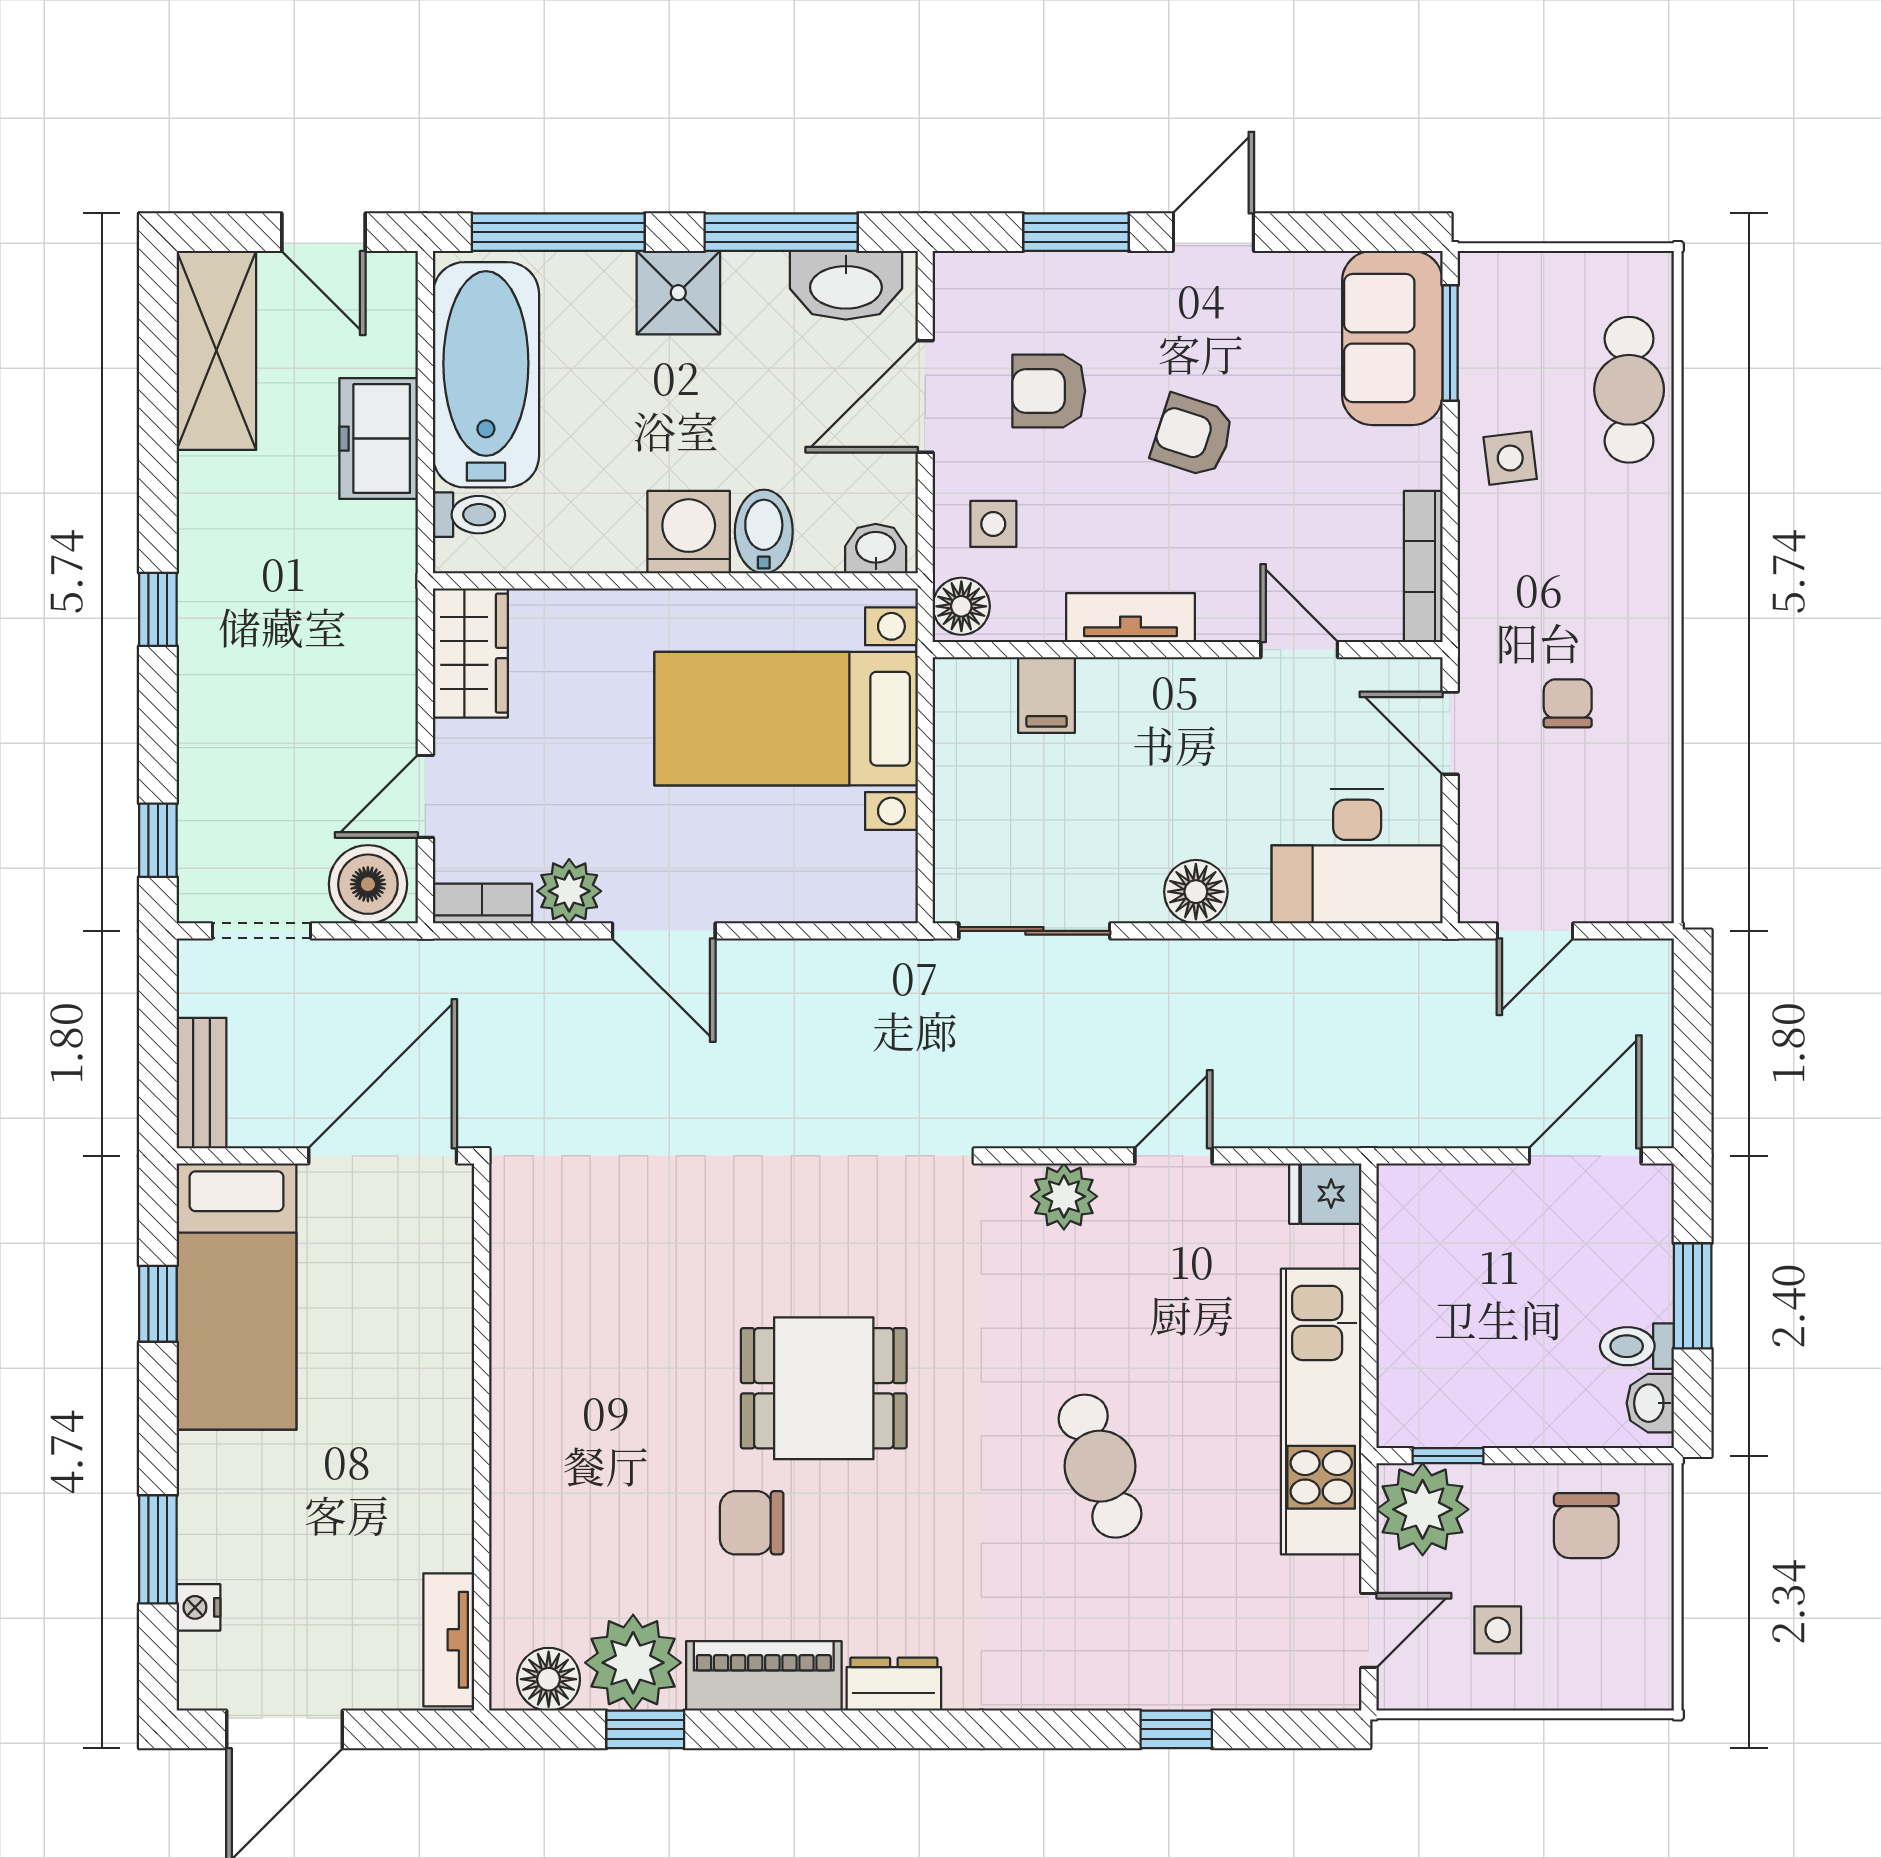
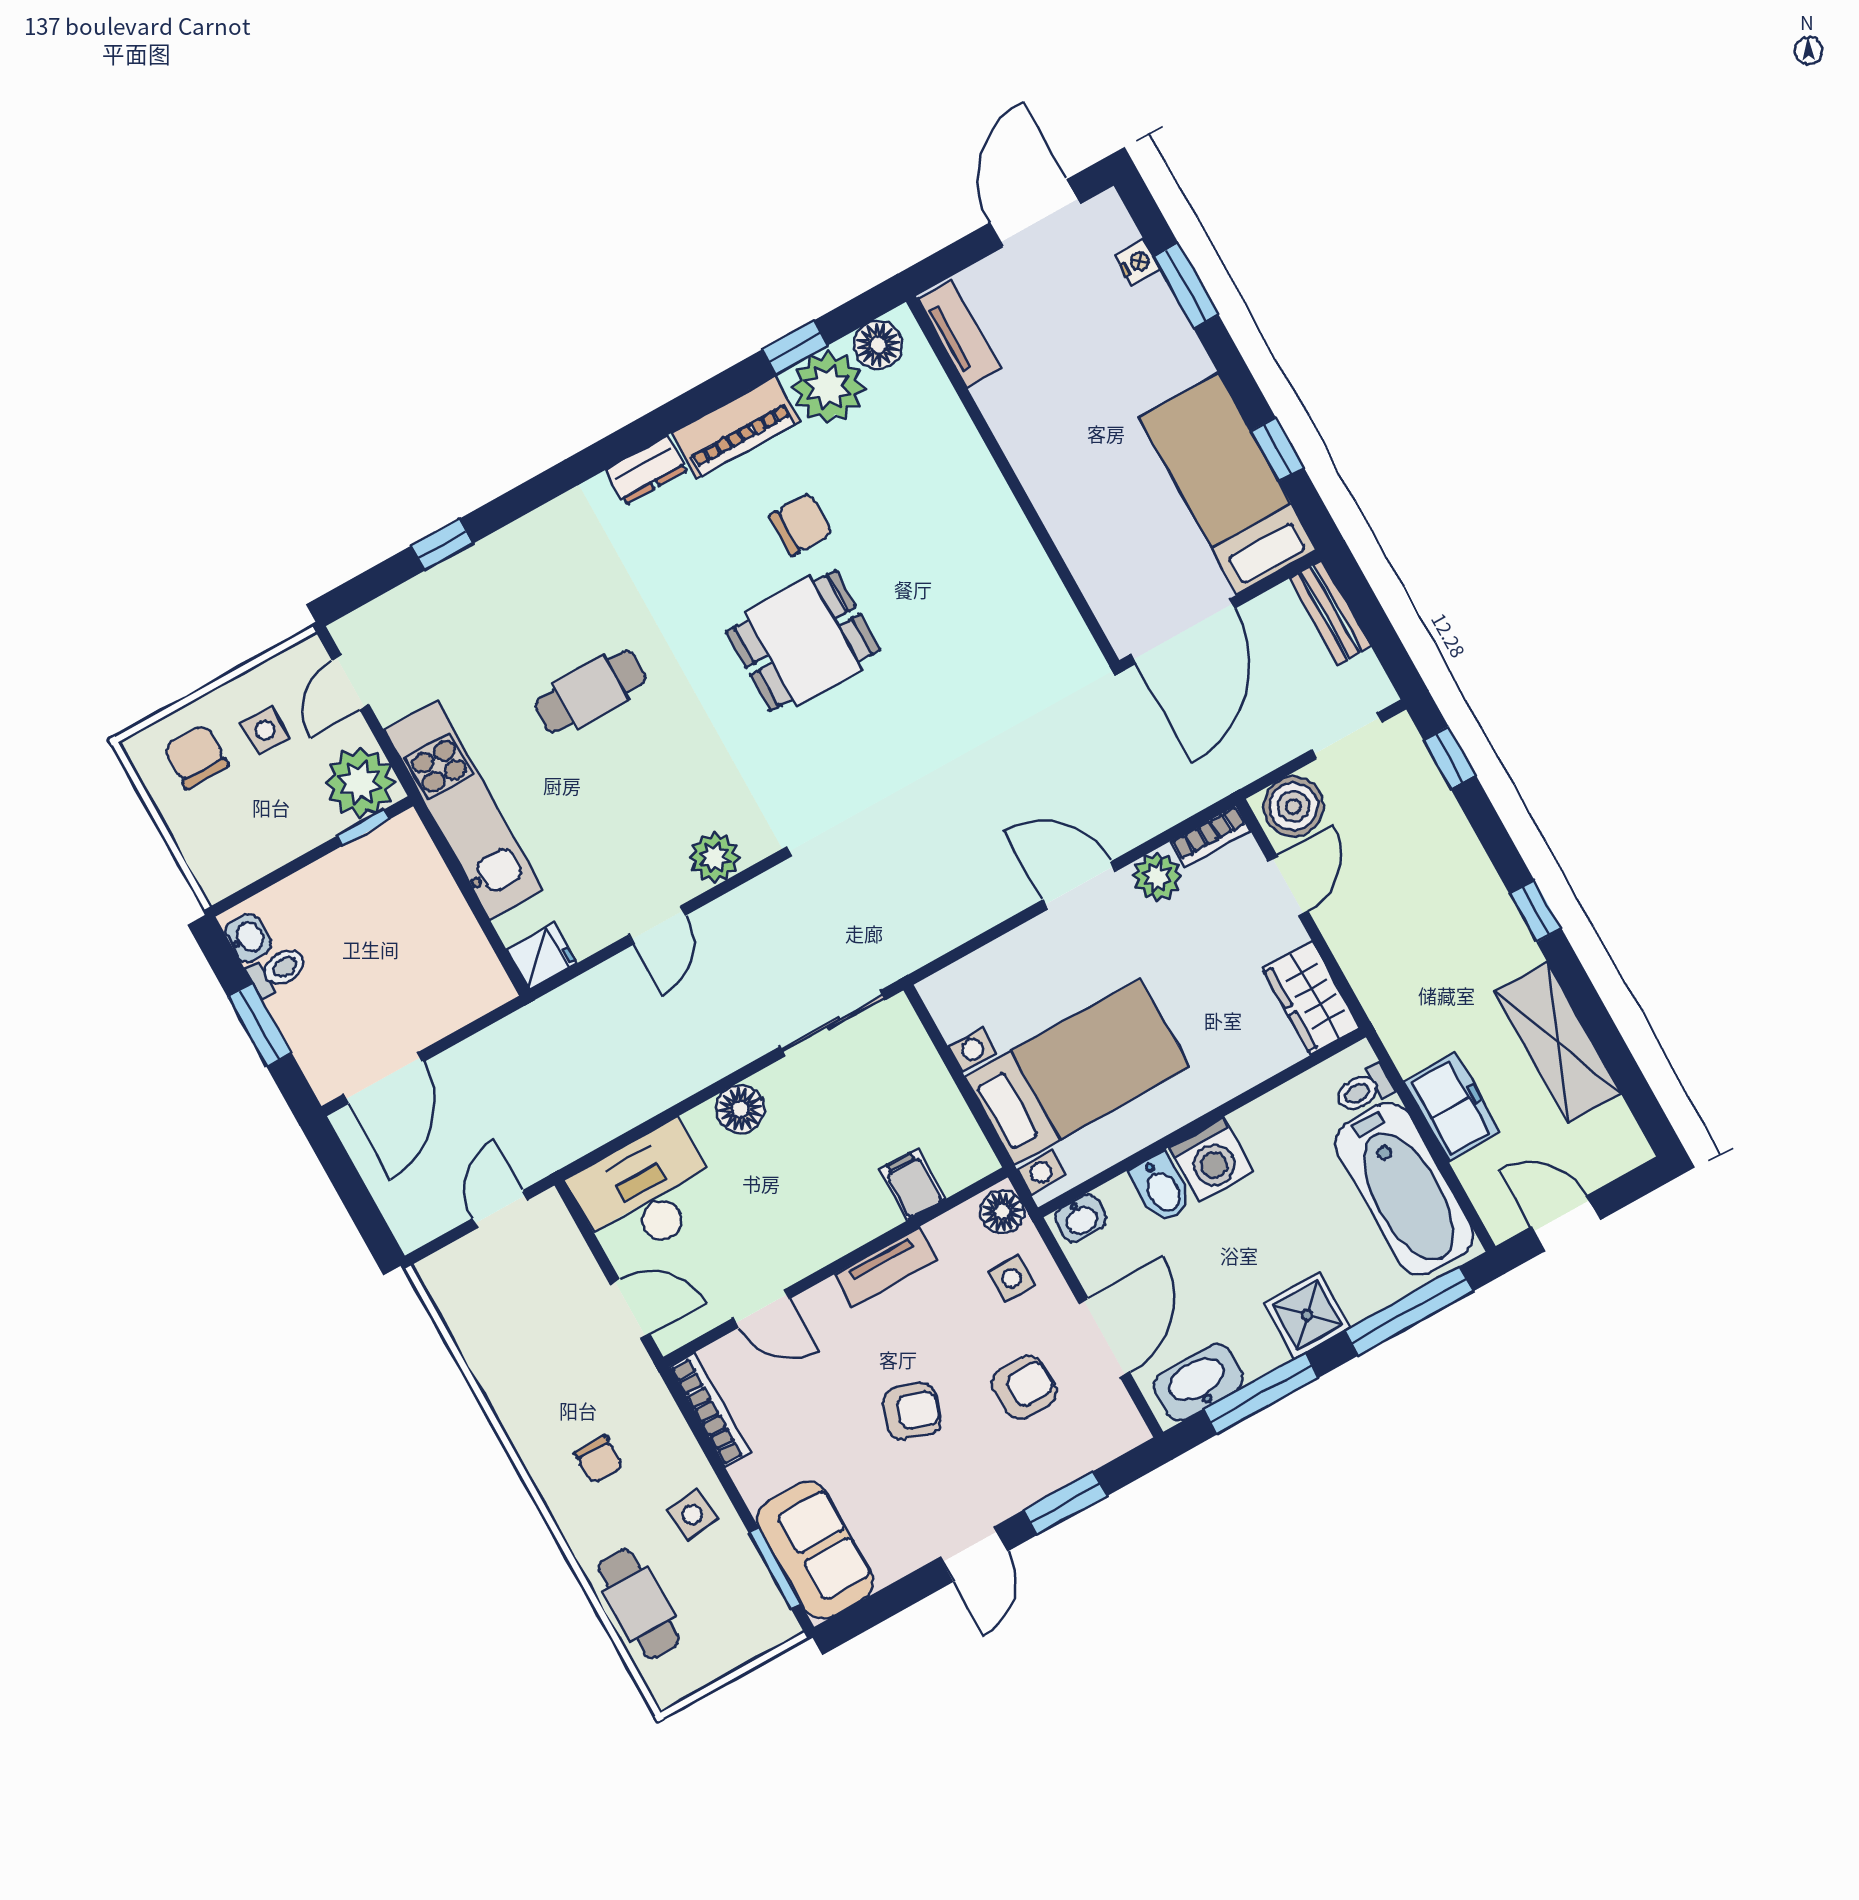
shelving: (216, 350) -> (1558, 1043), moved
chair: (1568, 703) -> (599, 1459), moved
cafe table: (1100, 1466) -> (590, 692), turned -71
chair: (1586, 1526) -> (196, 757), moved

